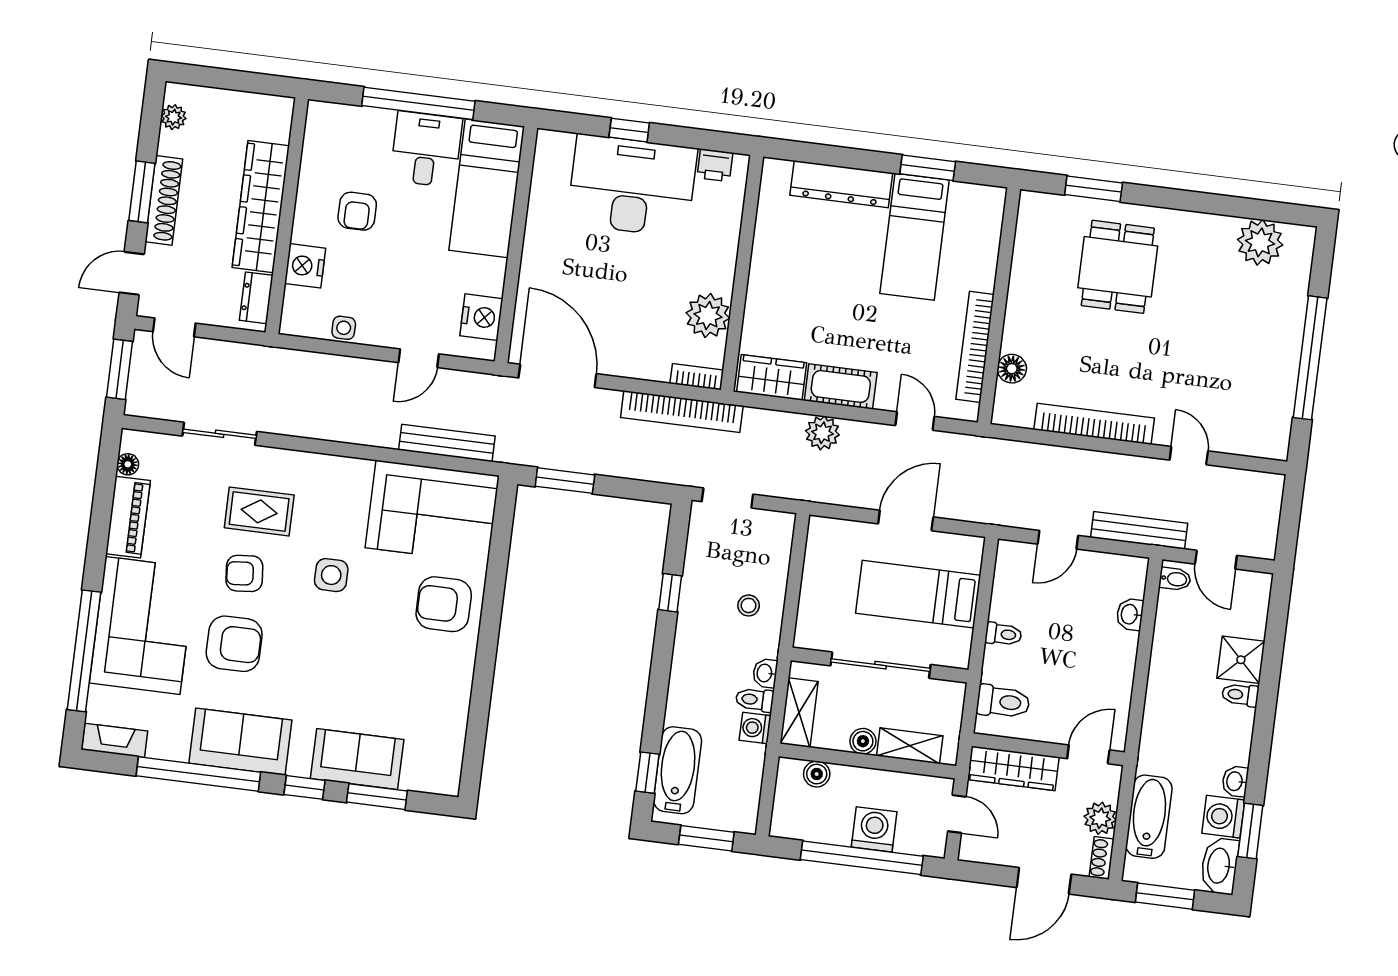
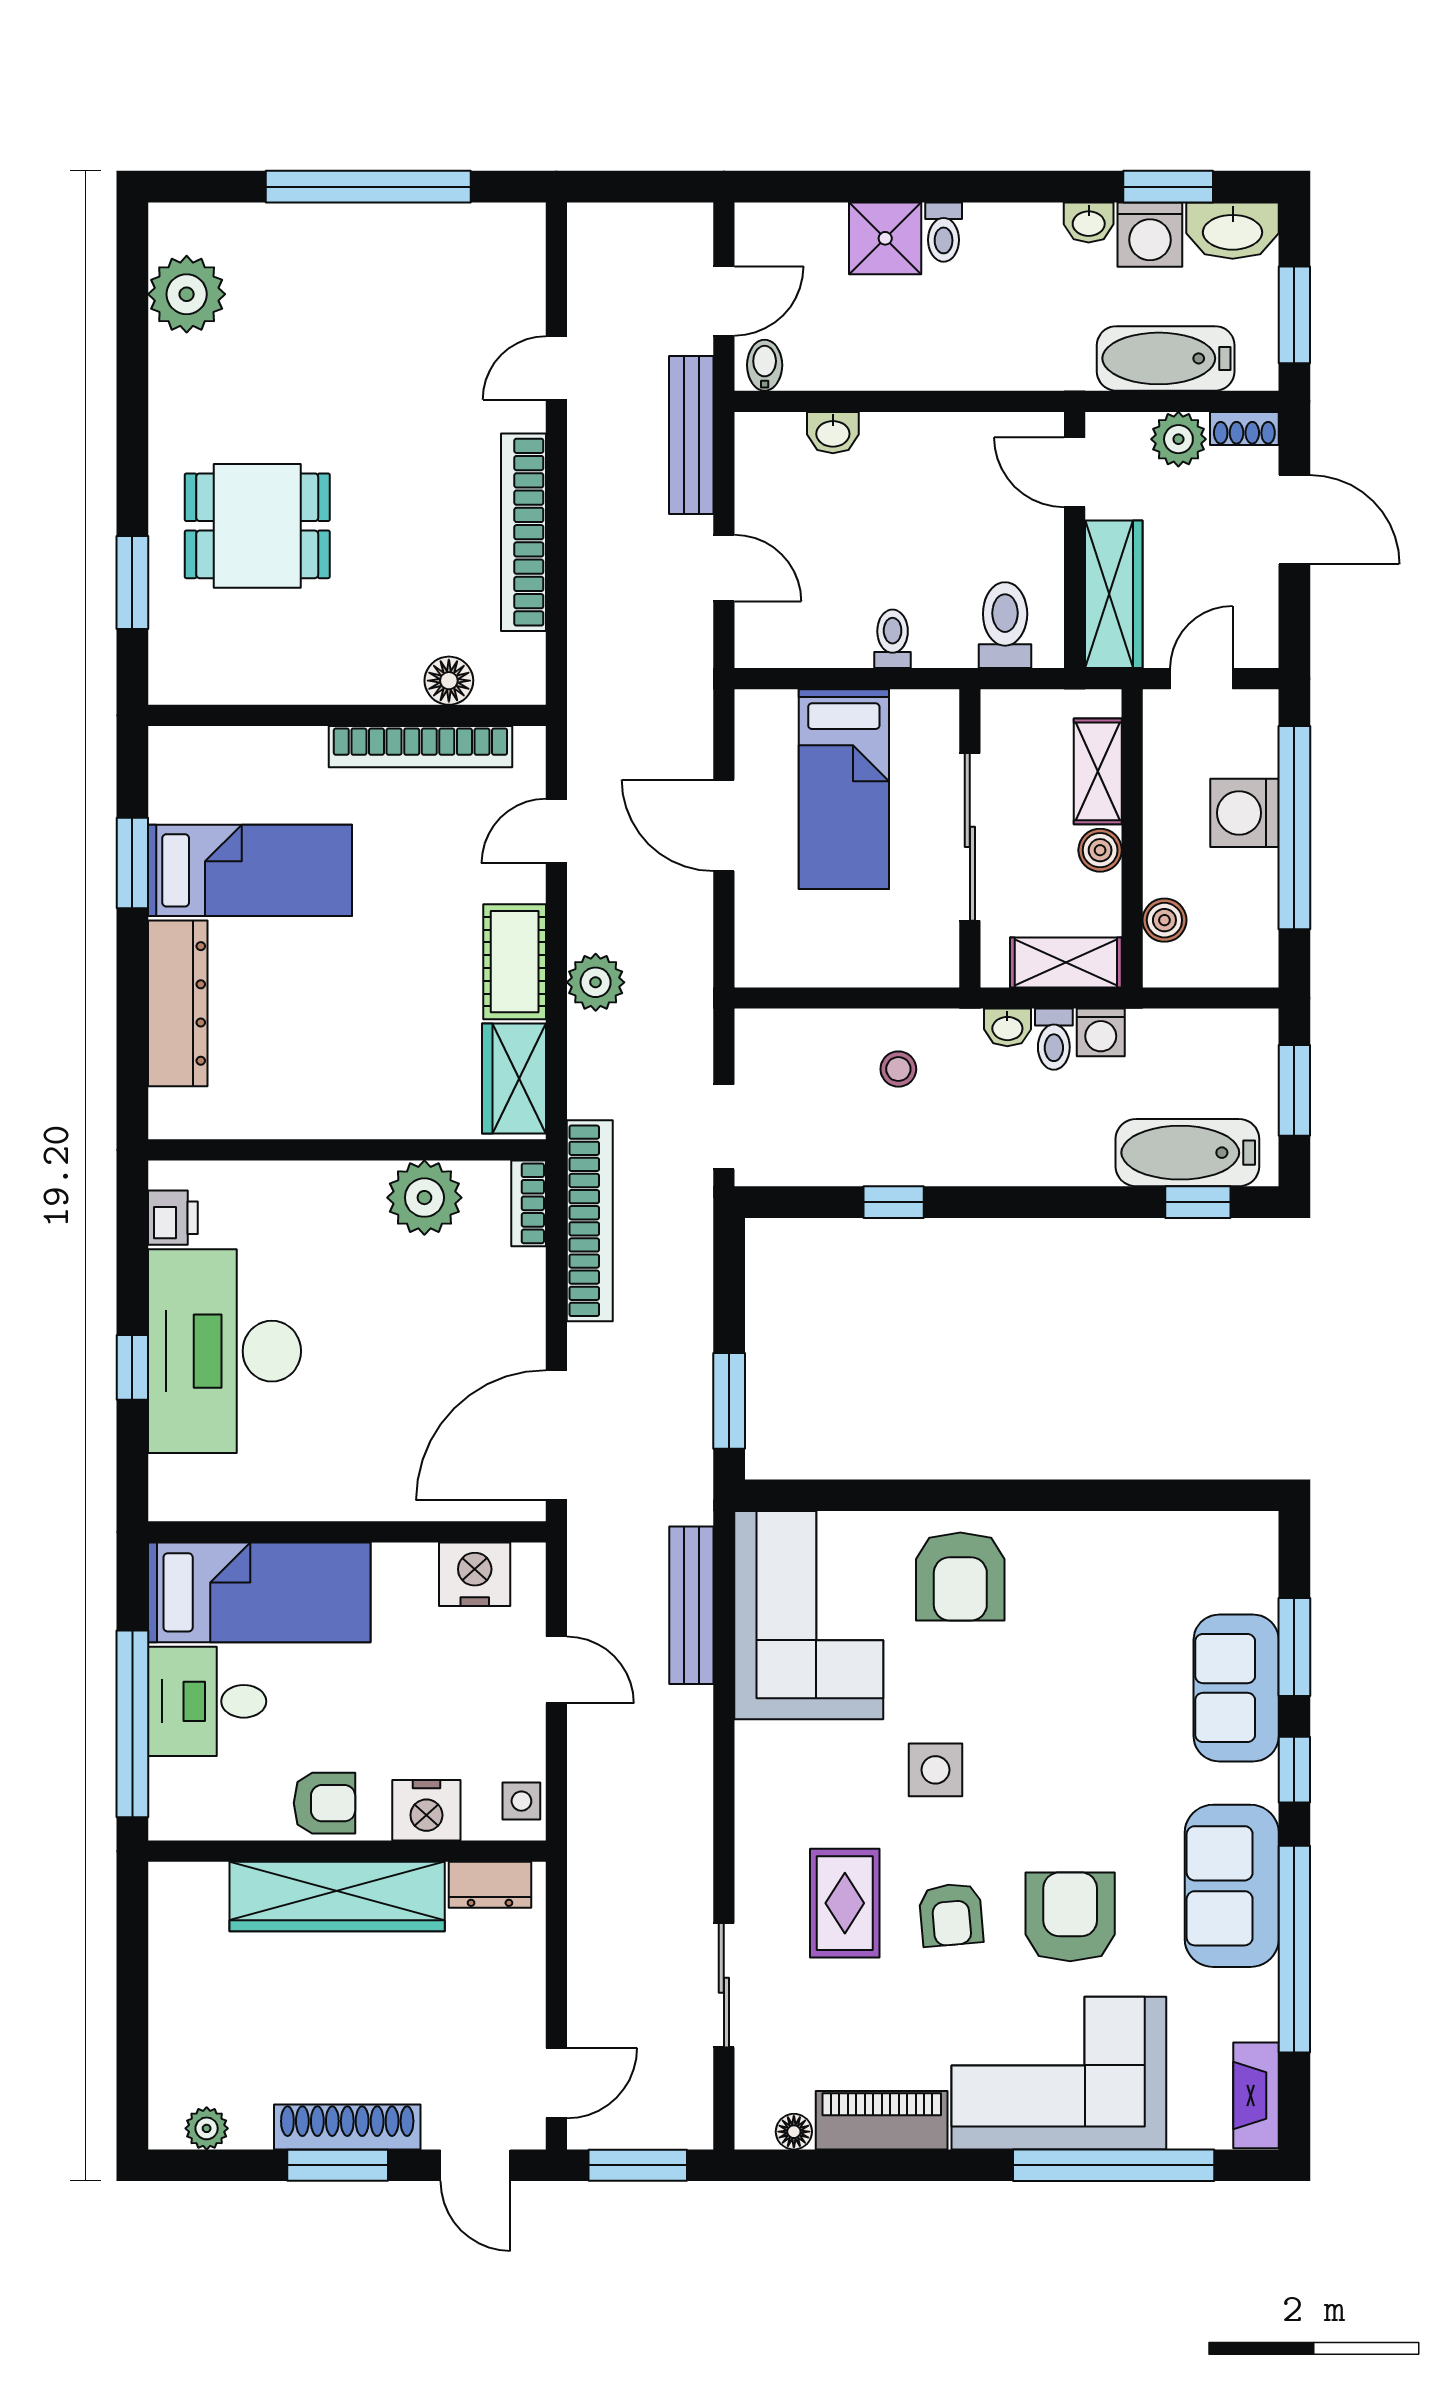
wardrobe: (261, 207) -> (337, 1896), moved
wall: (287, 216) -> (347, 1851), moved
nightstand: (305, 266) -> (426, 1810), moved
dresser: (256, 298) -> (490, 1885), moved

